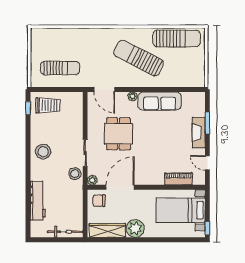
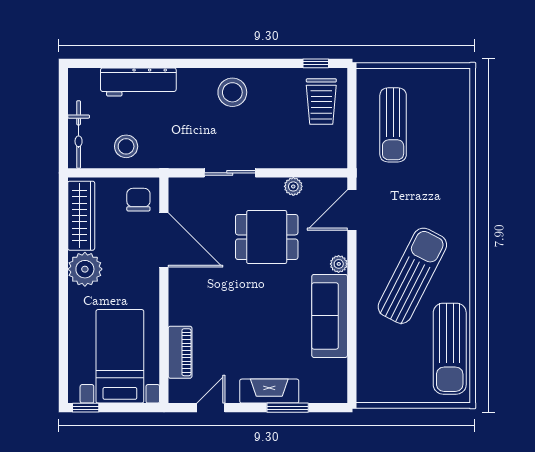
stool: (75, 174) -> (126, 146), moved
plant: (92, 180) -> (293, 186), moved

